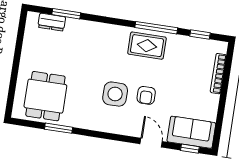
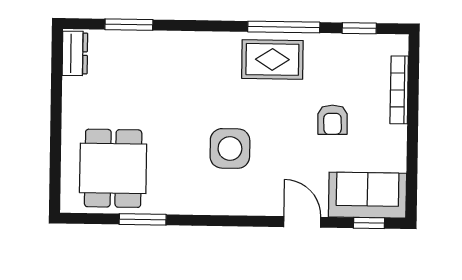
dresser: (52, 22) -> (75, 53), moved, turned -90
armchair: (146, 95) -> (332, 120), moved

